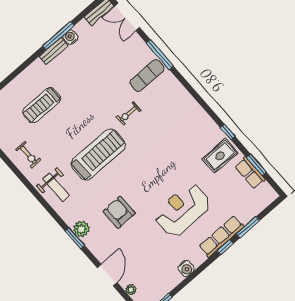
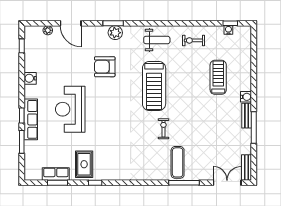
water cooler: (70, 37) -> (246, 97), moved
weight bench: (56, 187) -> (157, 40), turned 180
reception desk: (183, 210) -> (70, 109), turned 180
armchair: (119, 212) -> (105, 67), turned 180

